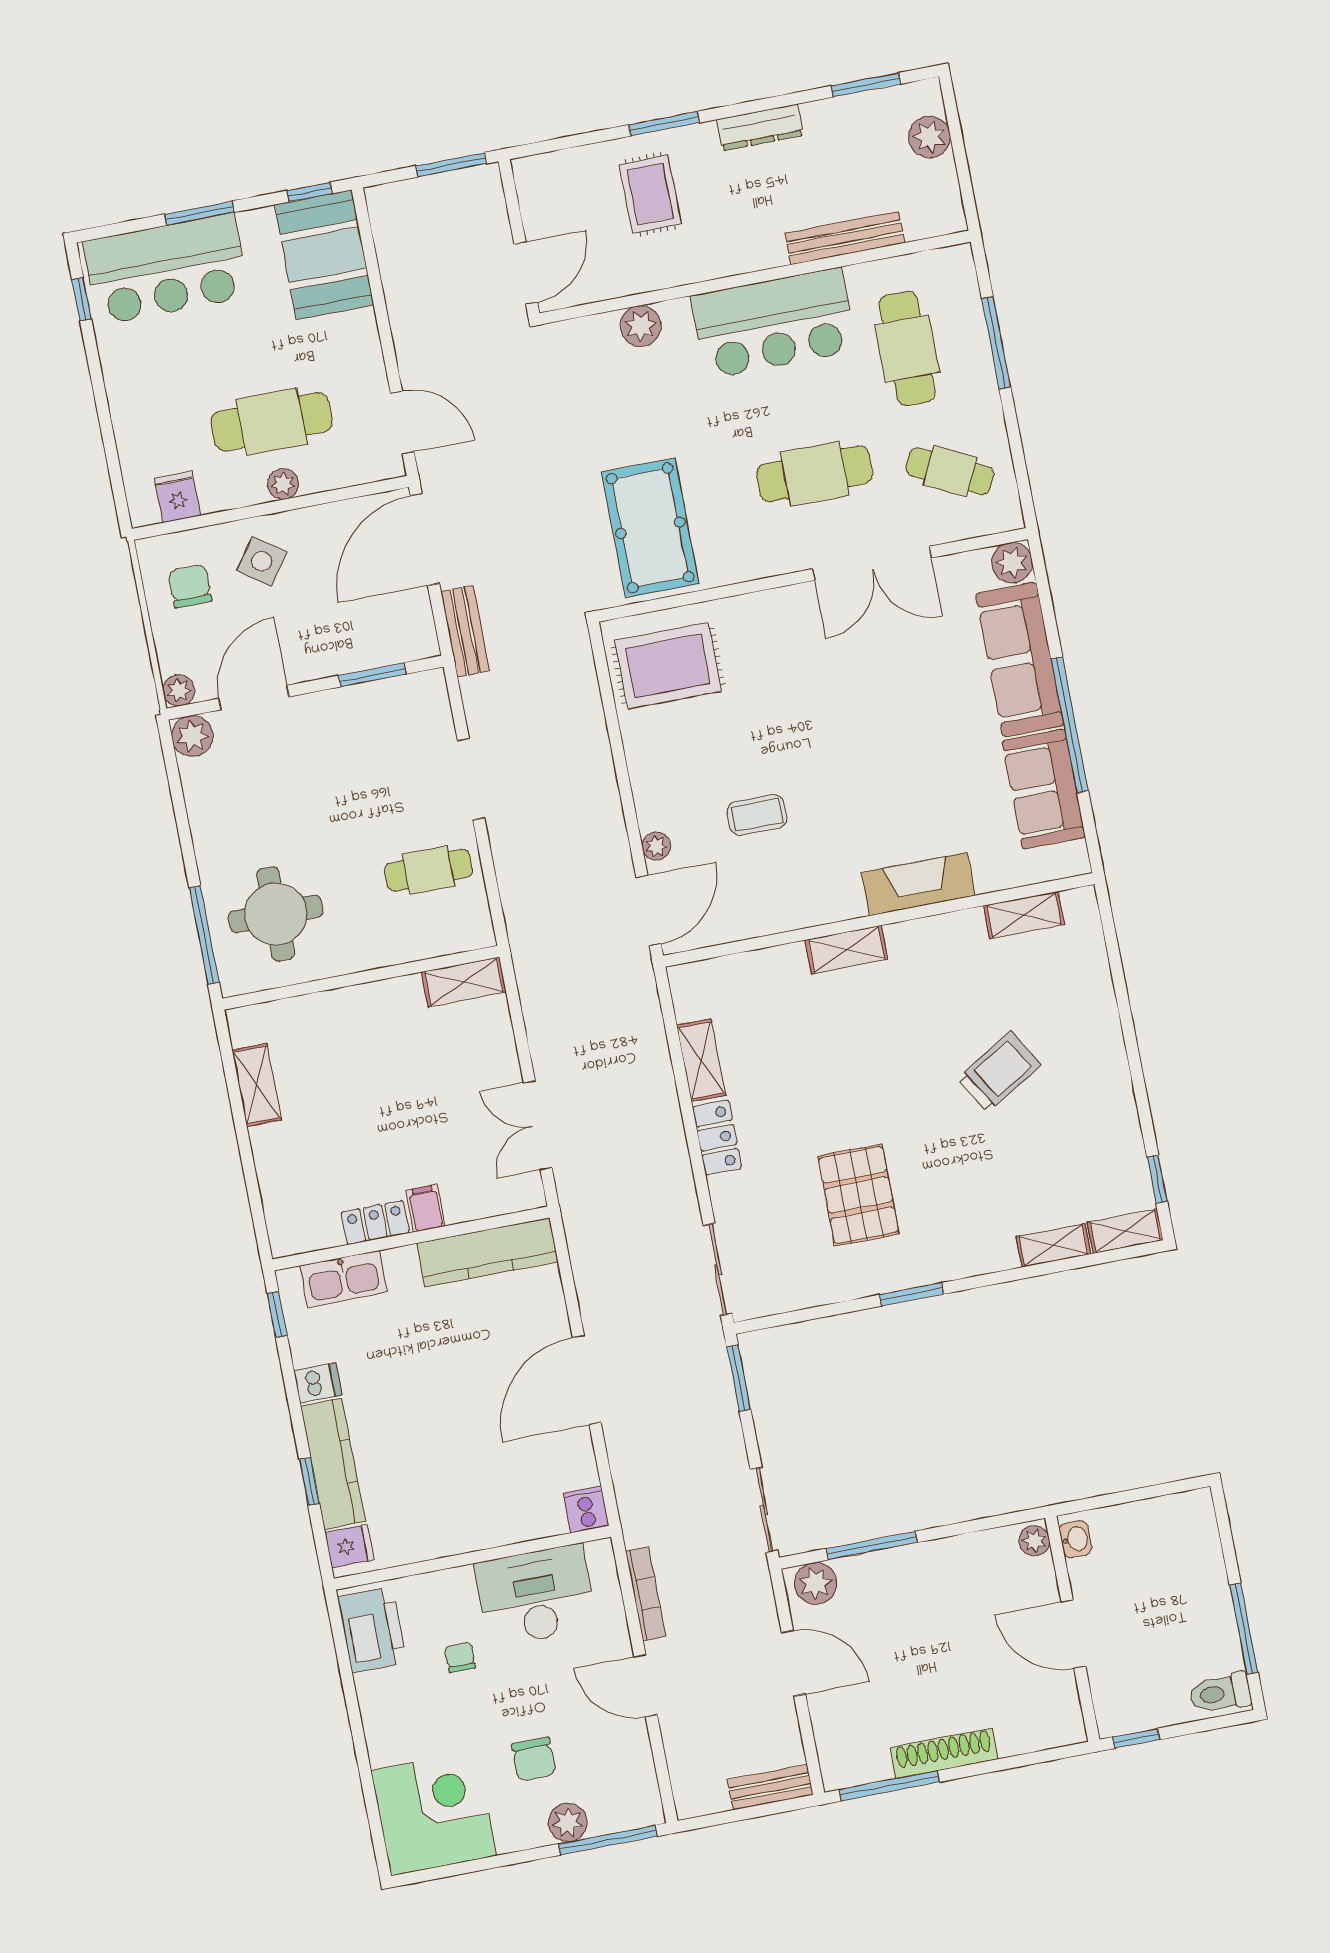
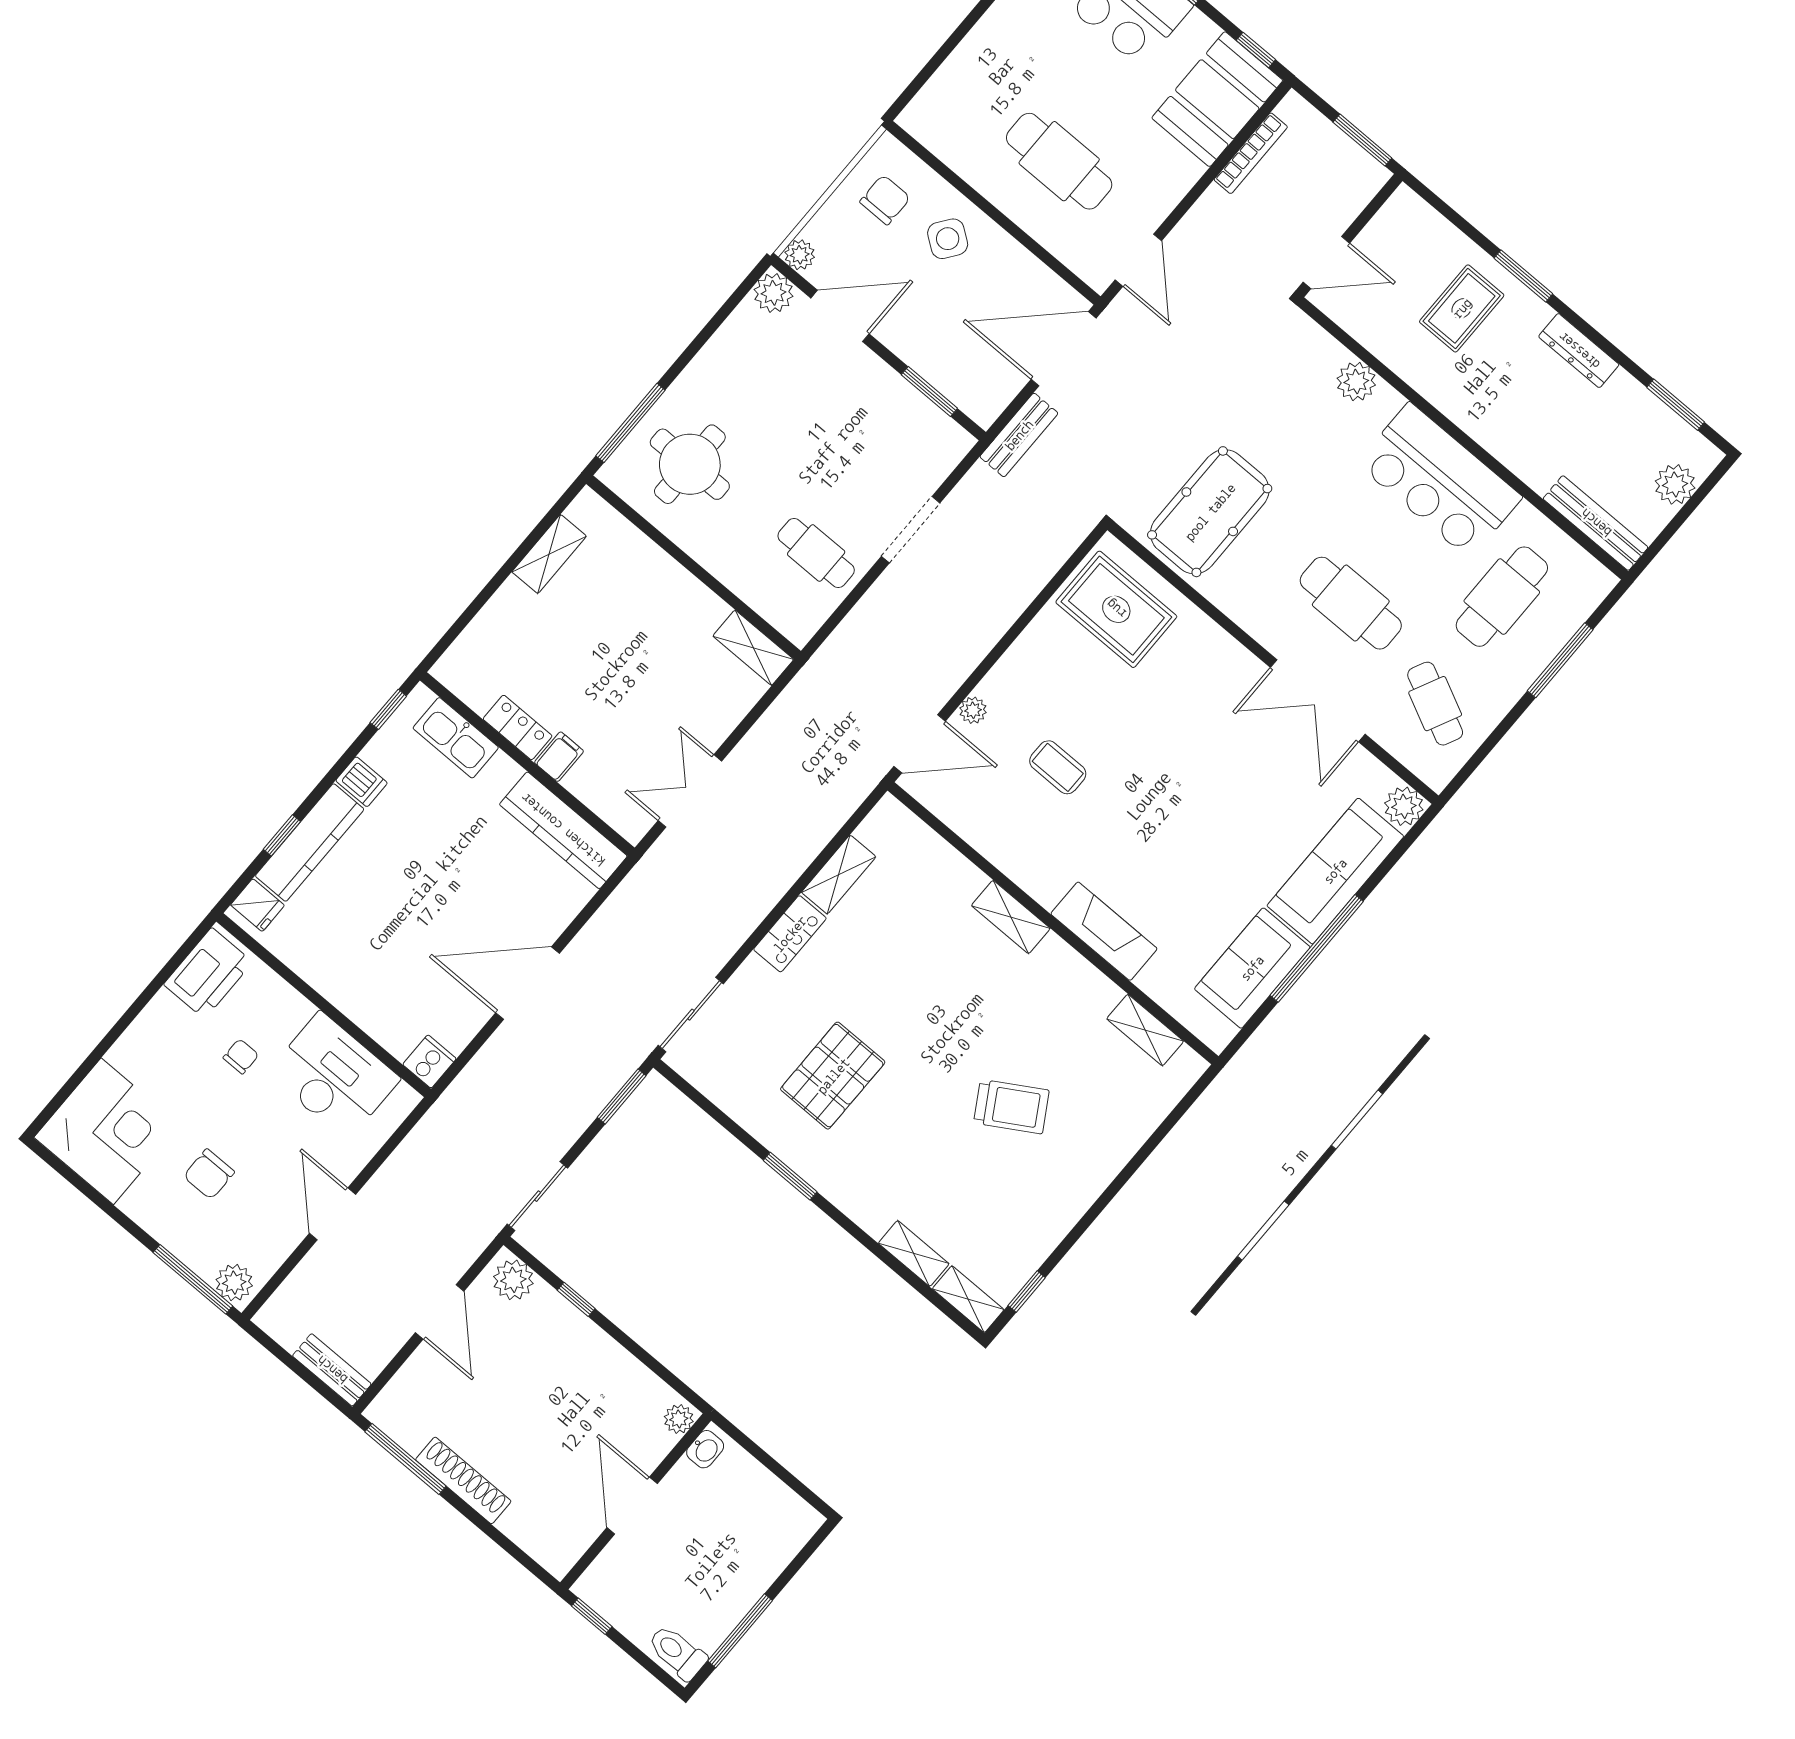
bench: (845, 238) -> (1596, 523), moved
plant: (283, 484) -> (1019, 208), removed
fridge: (178, 497) -> (945, 136), removed
window: (872, 1546) -> (576, 1299), width x0.46
bookcase: (646, 1594) -> (1251, 153), moved
plant: (568, 1822) -> (234, 1283), moved

